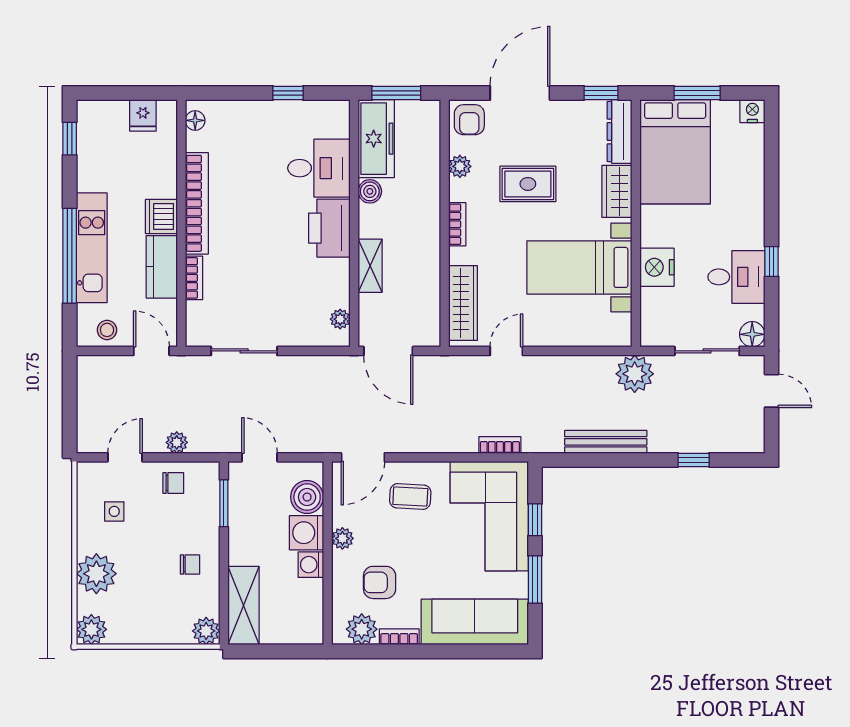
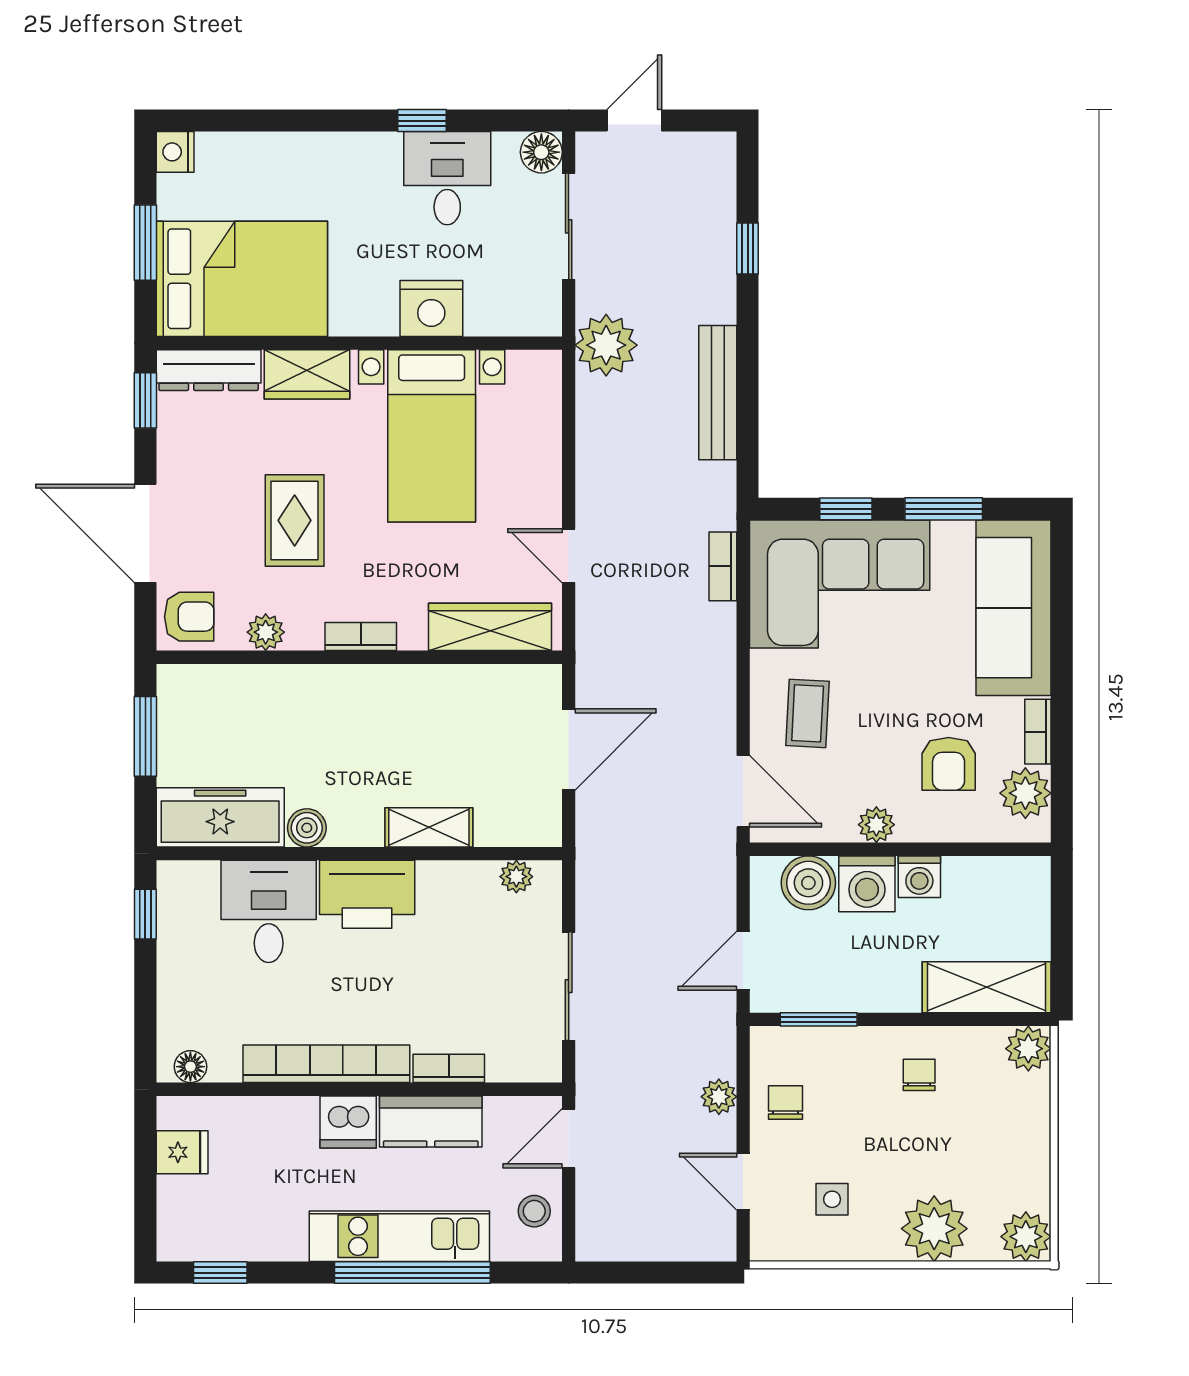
freezer: (376, 139) -> (220, 817), moved
desk: (319, 168) -> (269, 911), moved
boiler: (370, 191) -> (307, 828), moved
wall: (354, 223) -> (359, 854), moved
printer: (329, 228) -> (367, 894), moved
shelving: (370, 266) -> (429, 827), moved
plant: (340, 319) -> (516, 877), moved

